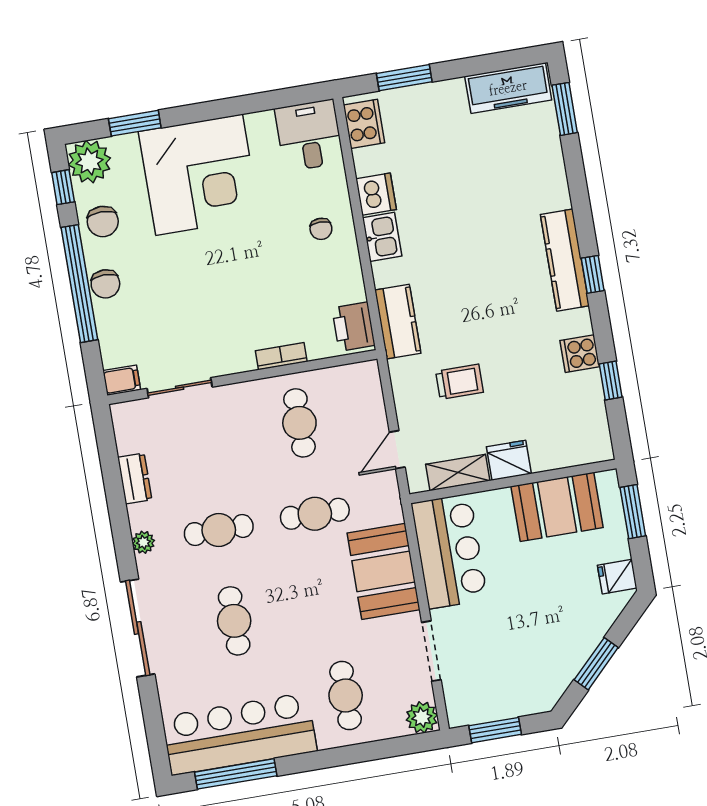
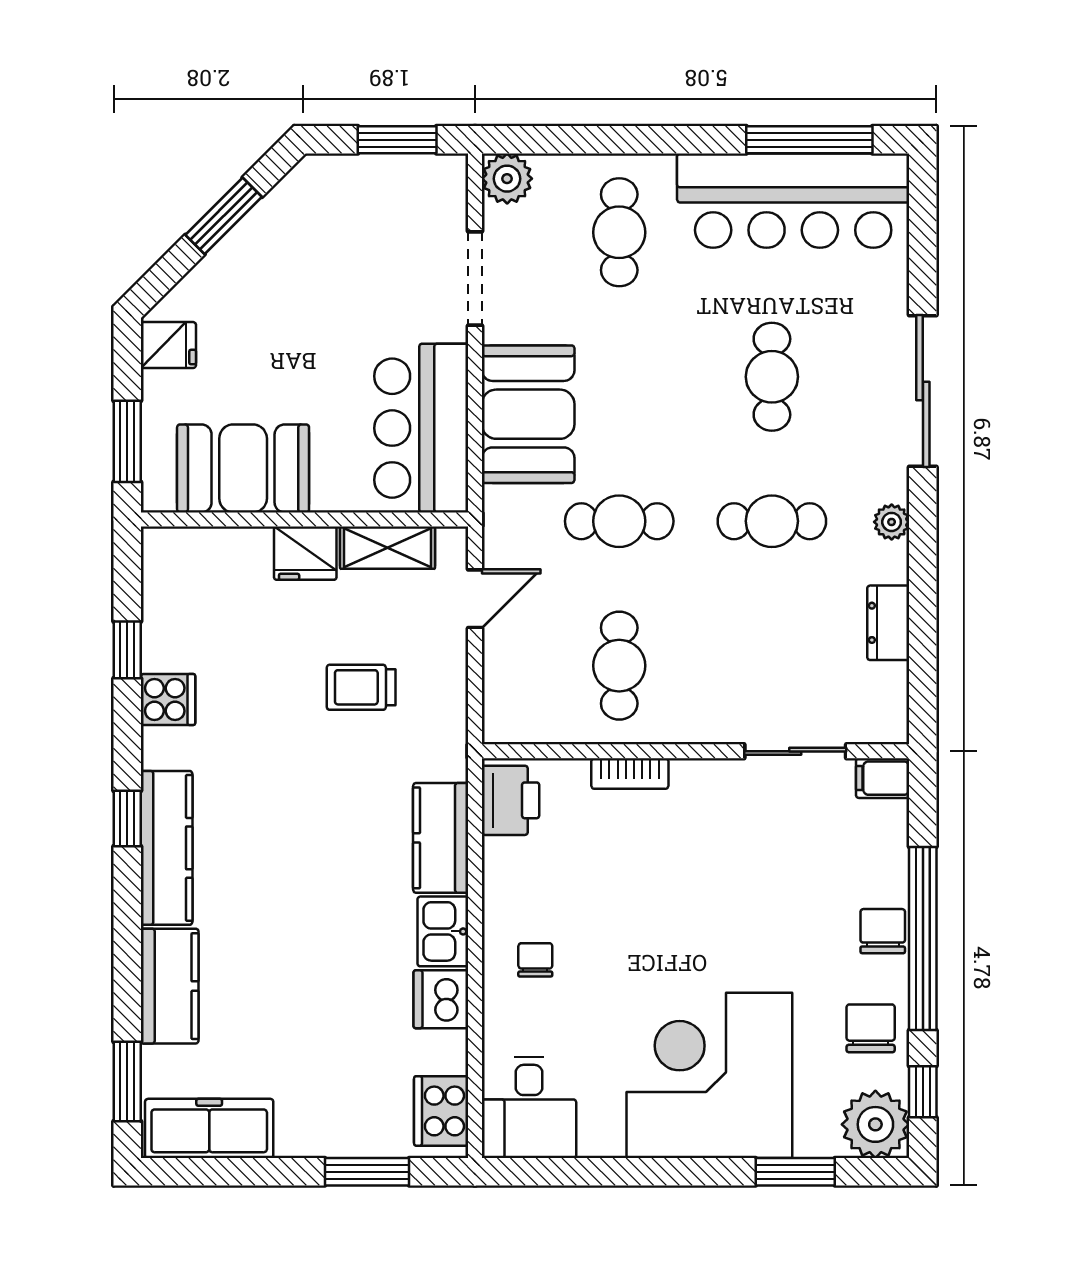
kitchen counter: (548, 173) -> (170, 986), added
kitchen counter: (398, 322) -> (441, 838), moved

